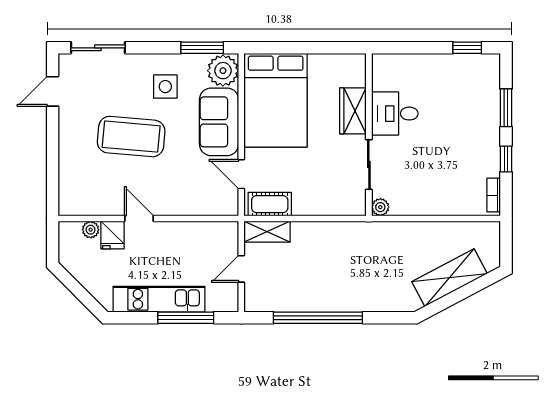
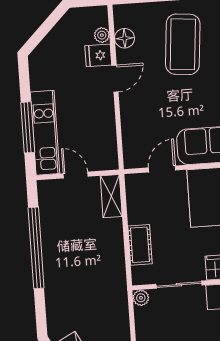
coffee table: (131, 137) -> (183, 44), moved
cot: (270, 204) -> (140, 245), moved
floor lamp: (96, 205) -> (125, 38), added
kitchen unit: (159, 299) -> (45, 133), moved

